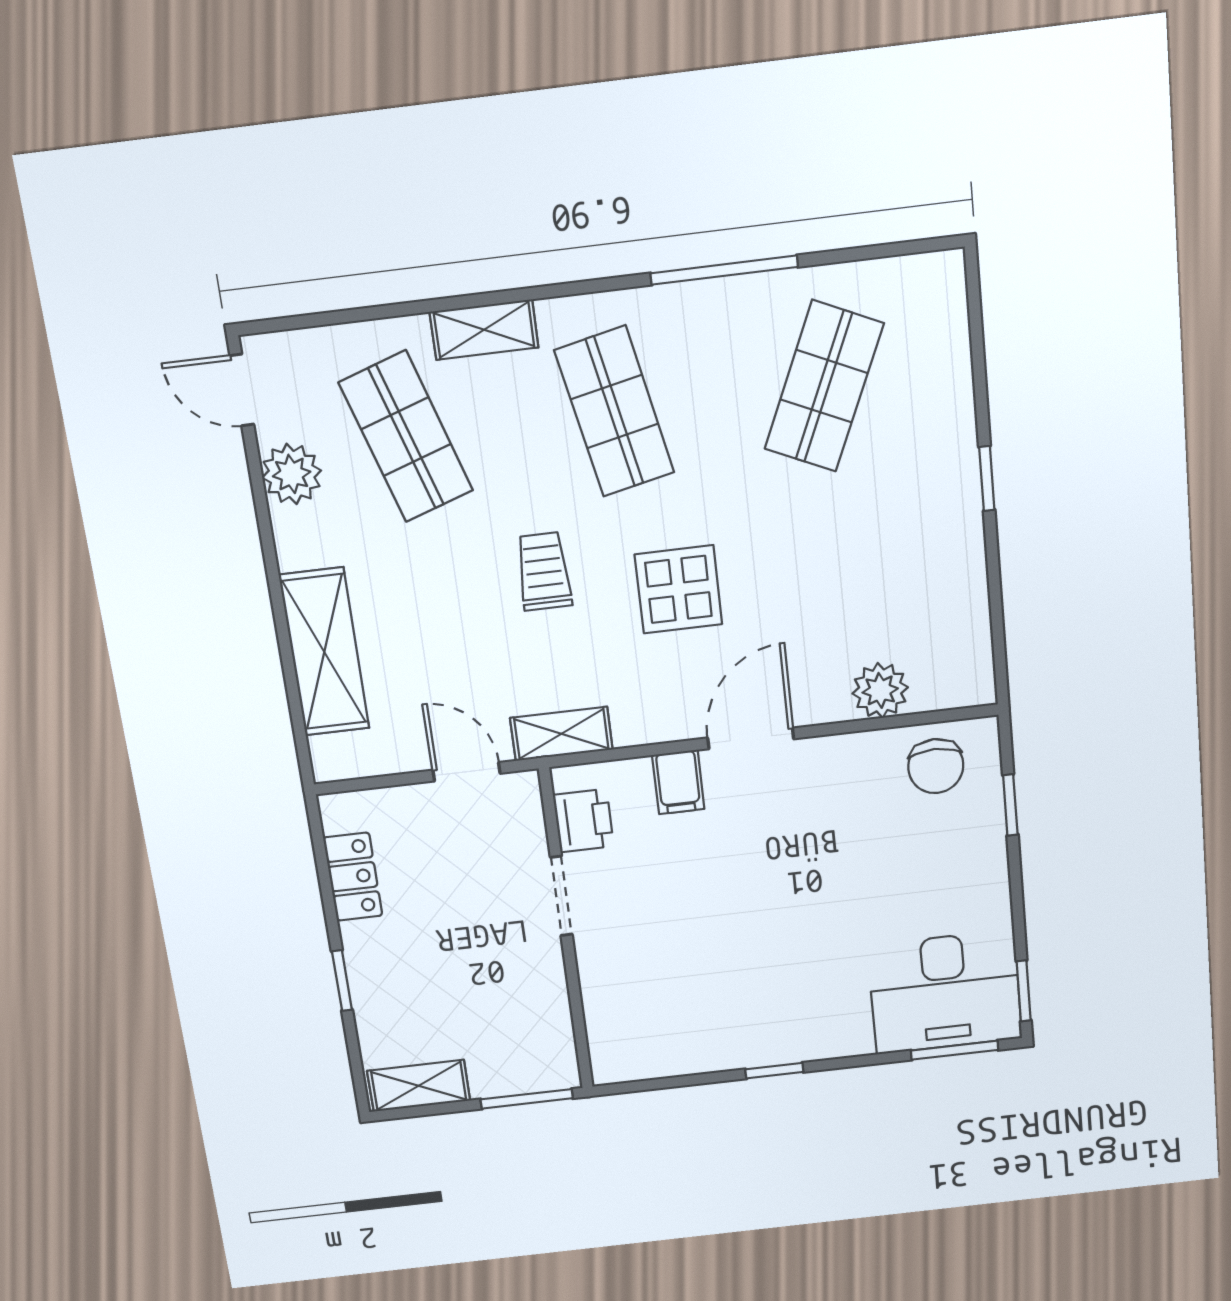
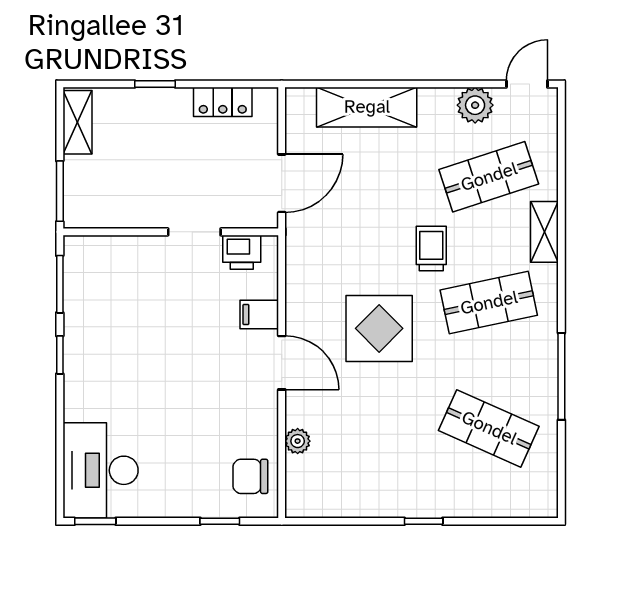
trolley: (544, 571) -> (431, 249), moved, turned -90
display table: (678, 589) -> (379, 328), width x1.36, depth x1.36
plant: (880, 690) -> (298, 441), width x0.73, depth x0.73
shelving: (561, 734) -> (299, 246), removed
door: (466, 772) -> (282, 183), width x1.38
window: (955, 1050) -> (60, 284), moved

